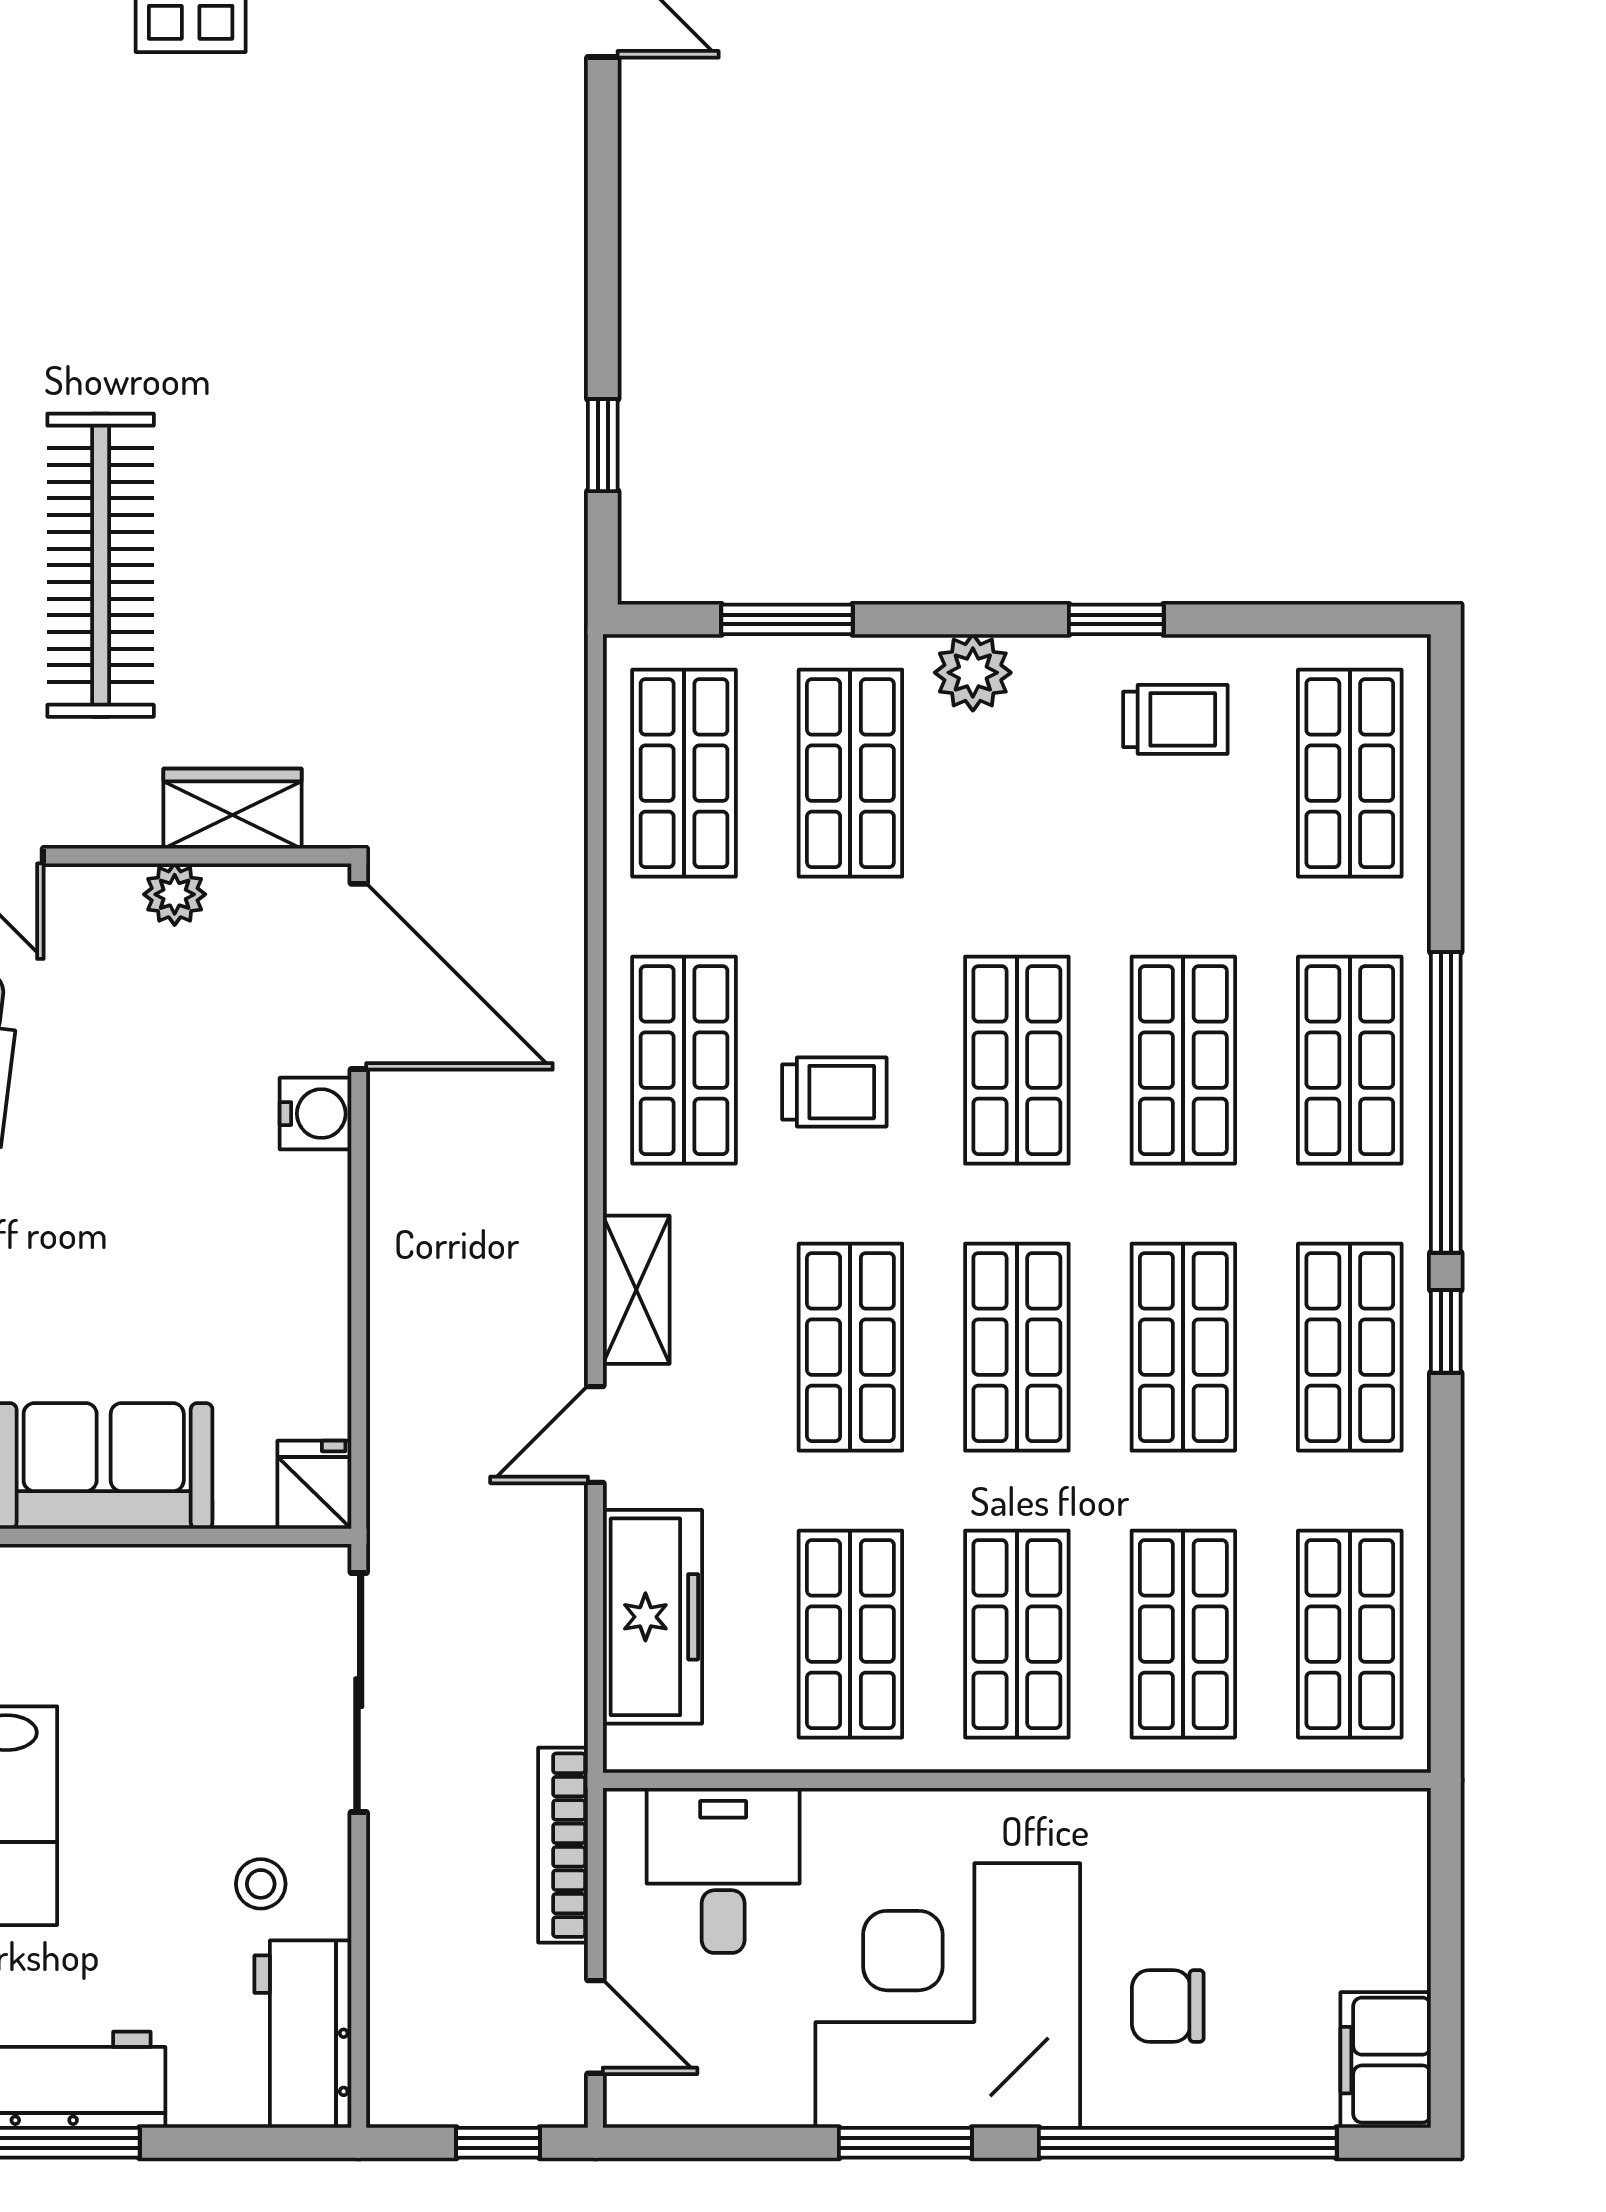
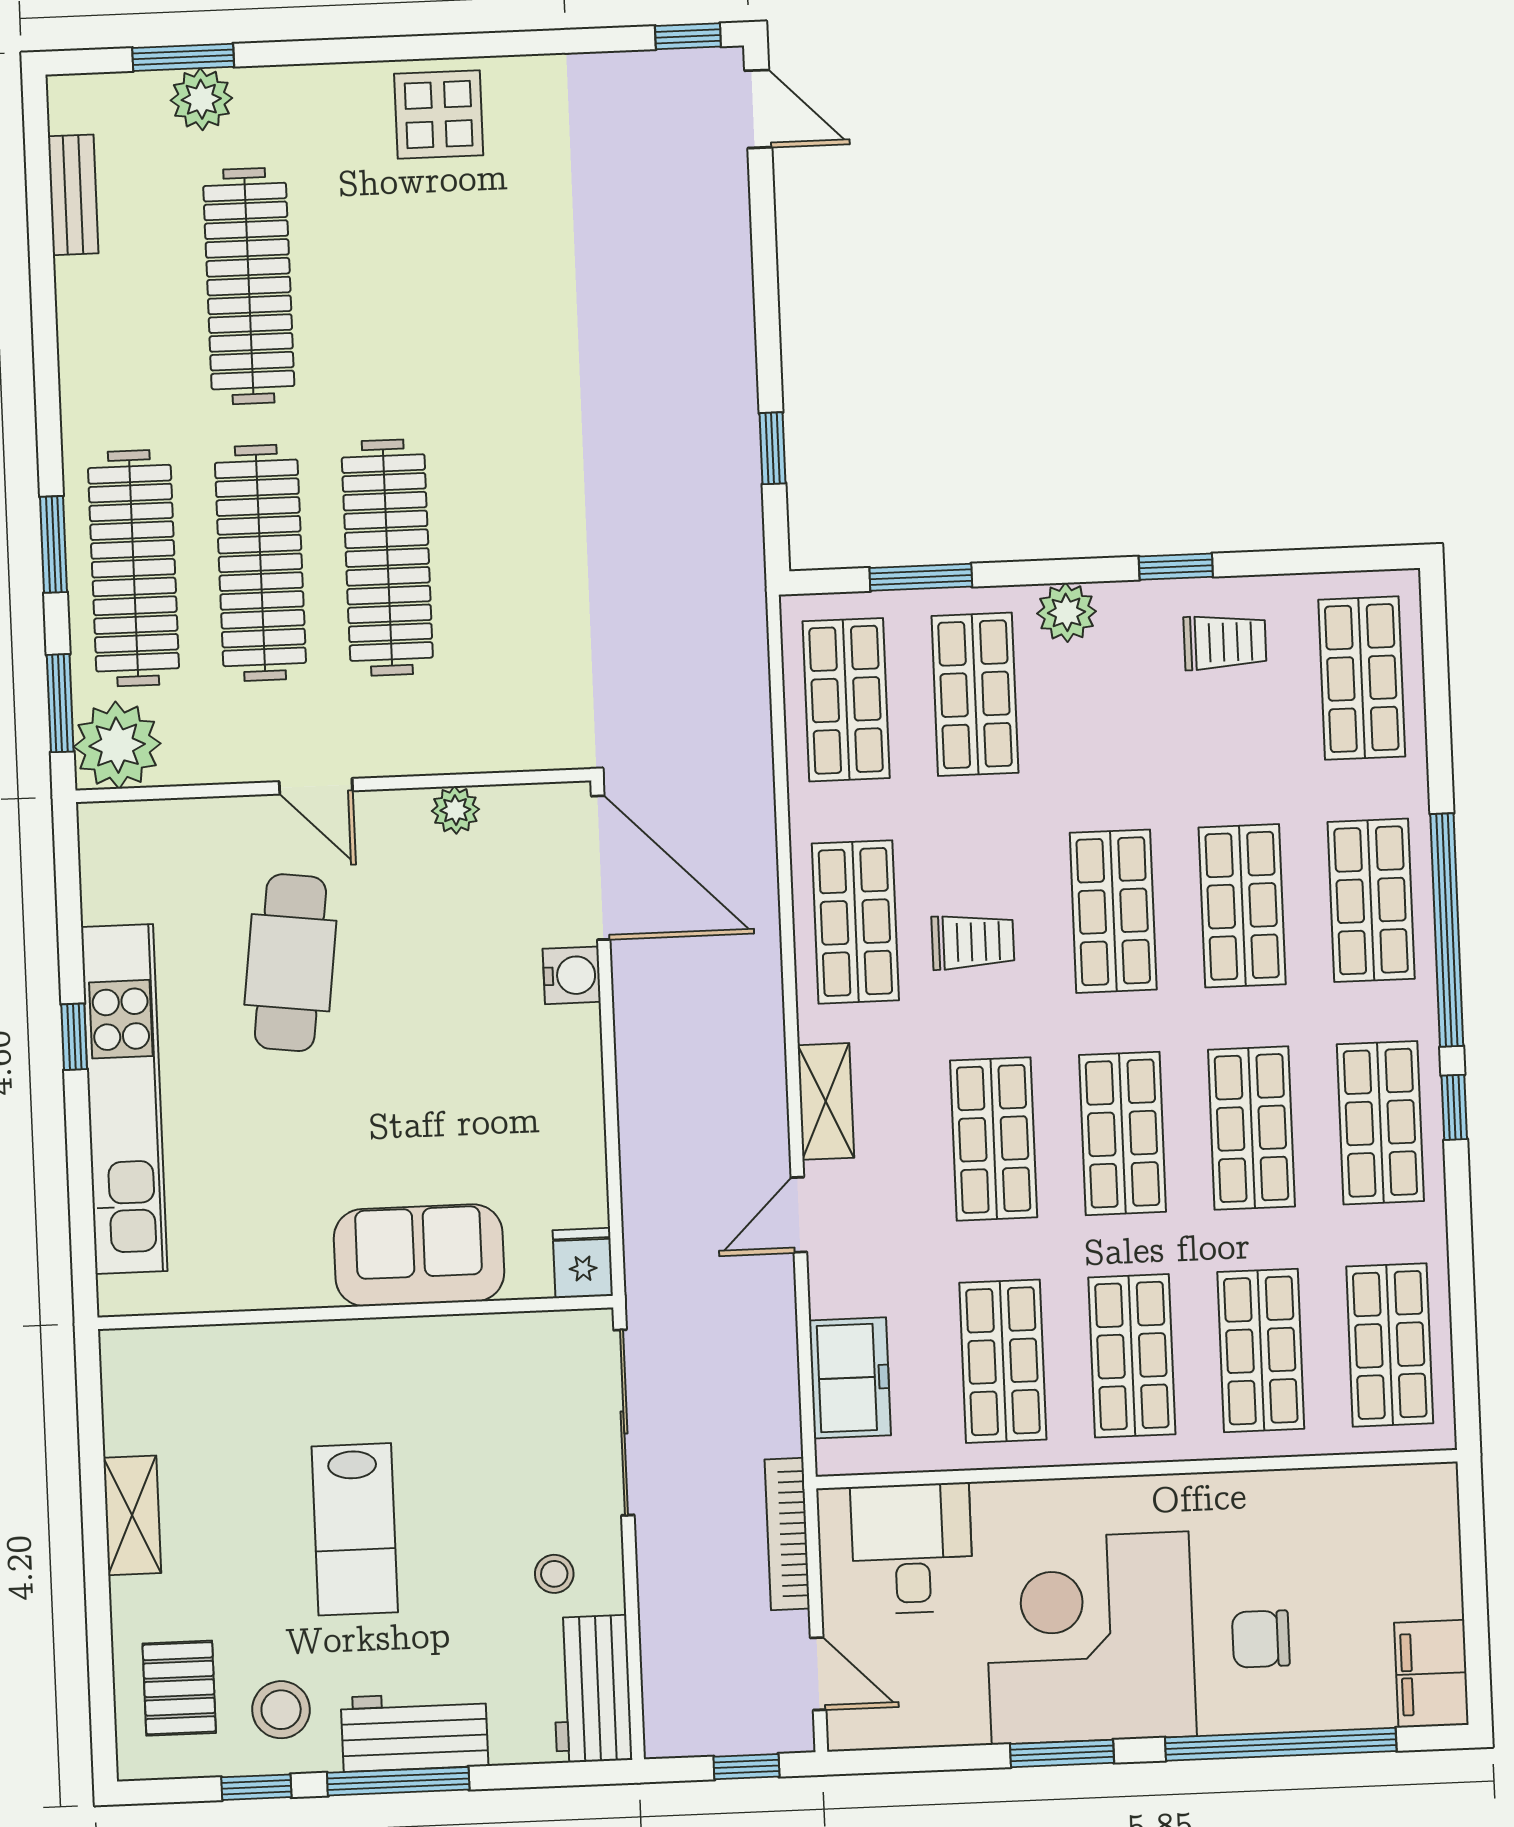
wardrobe: (232, 809) -> (497, 742), removed
freezer: (652, 1617) -> (850, 1378), width x0.71

